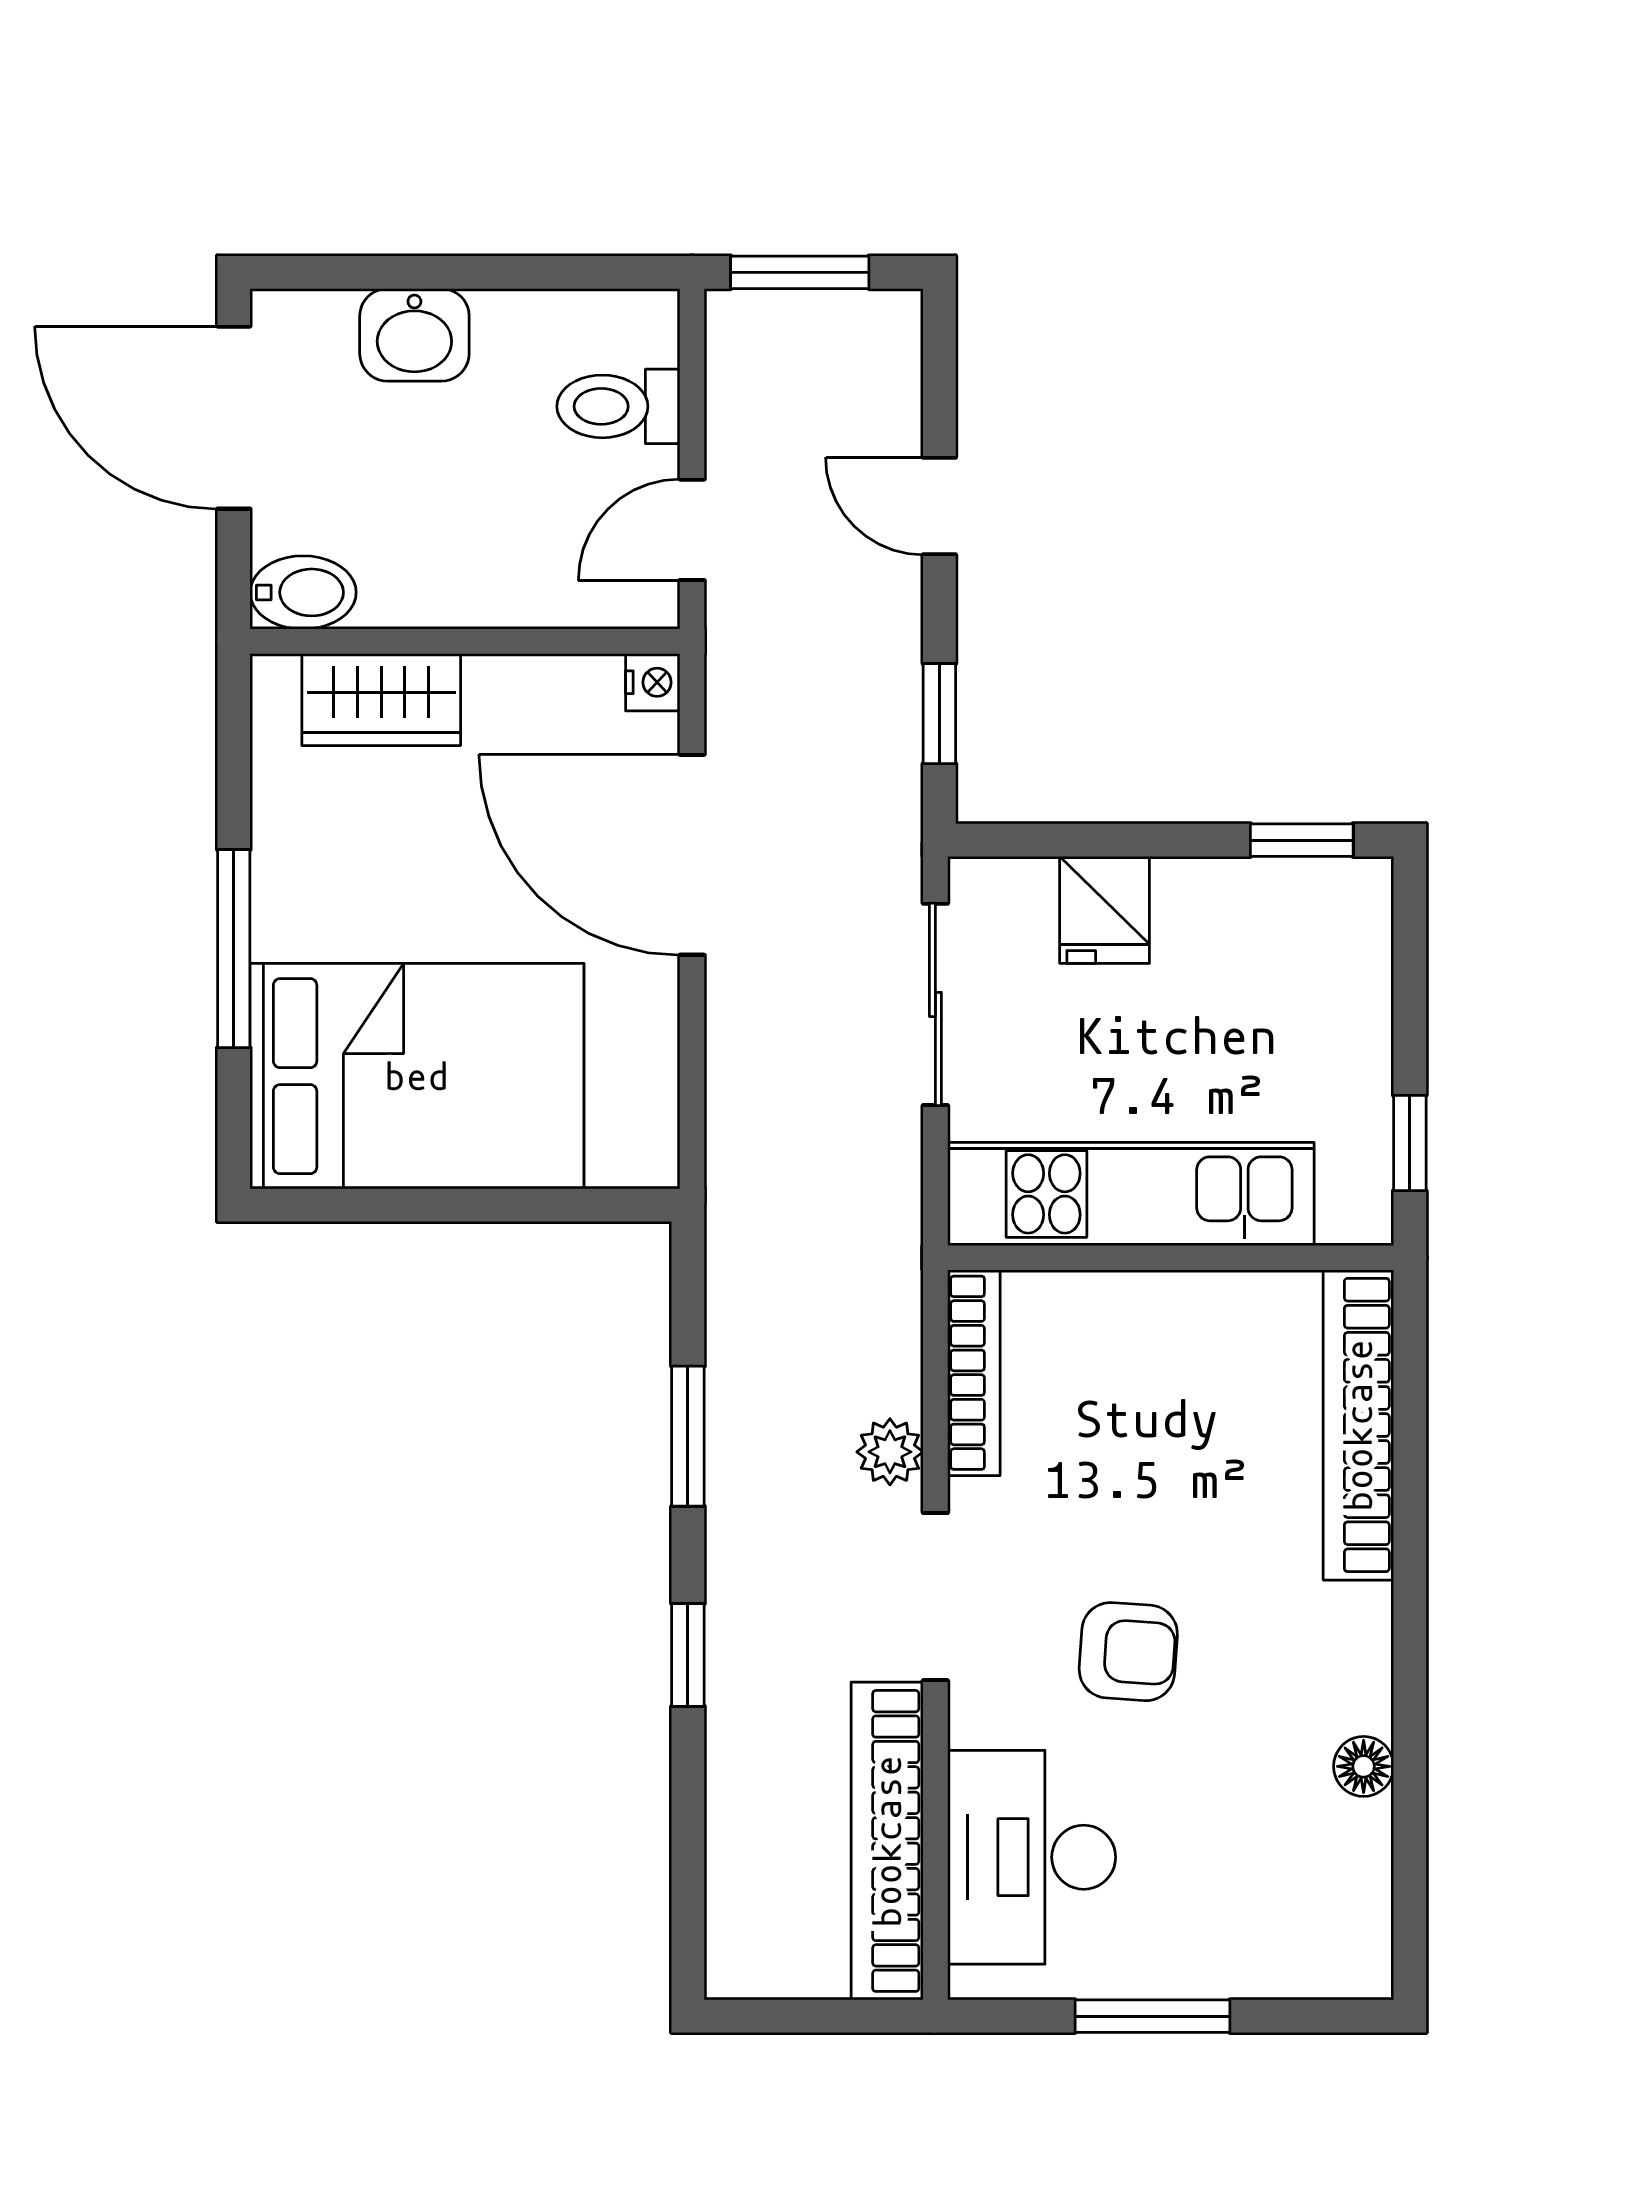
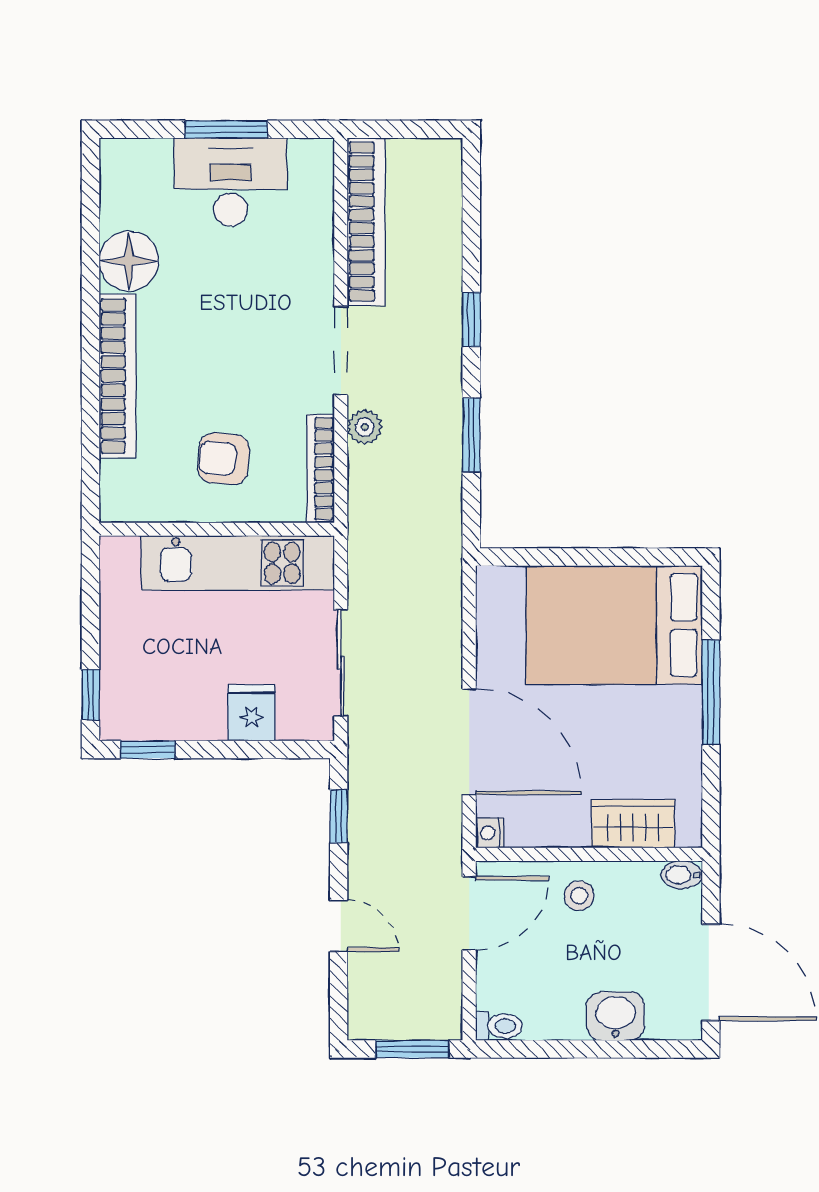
toilet: (618, 406) -> (499, 1026), moved, width x0.73, depth x0.72
door: (692, 530) -> (469, 913), width x1.38
stool: (483, 563) -> (579, 896), added
bidet: (303, 592) -> (682, 875), width x0.72, depth x0.74
window: (1410, 1143) -> (90, 695), moved
bookcase: (1358, 1425) -> (118, 376), moved
armchair: (1128, 1652) -> (224, 459), moved
floor lamp: (1364, 1766) -> (129, 261), width x1.89, depth x1.89
desk: (1032, 1857) -> (230, 182), moved, turned -90

